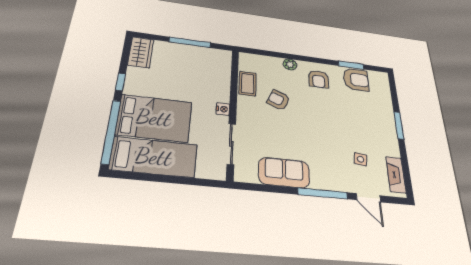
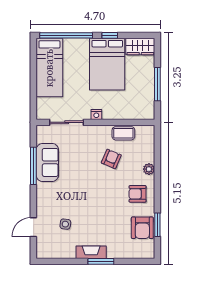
bed: (154, 118) -> (107, 64), moved
fireplace: (396, 175) -> (91, 252), moved
window: (323, 193) -> (33, 166), moved

